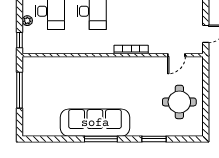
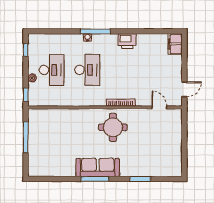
door: (176, 55) -> (159, 107), swing flipped
round table: (179, 102) -> (113, 127), moved
sofa: (95, 123) -> (98, 167), width x0.74, depth x0.79

